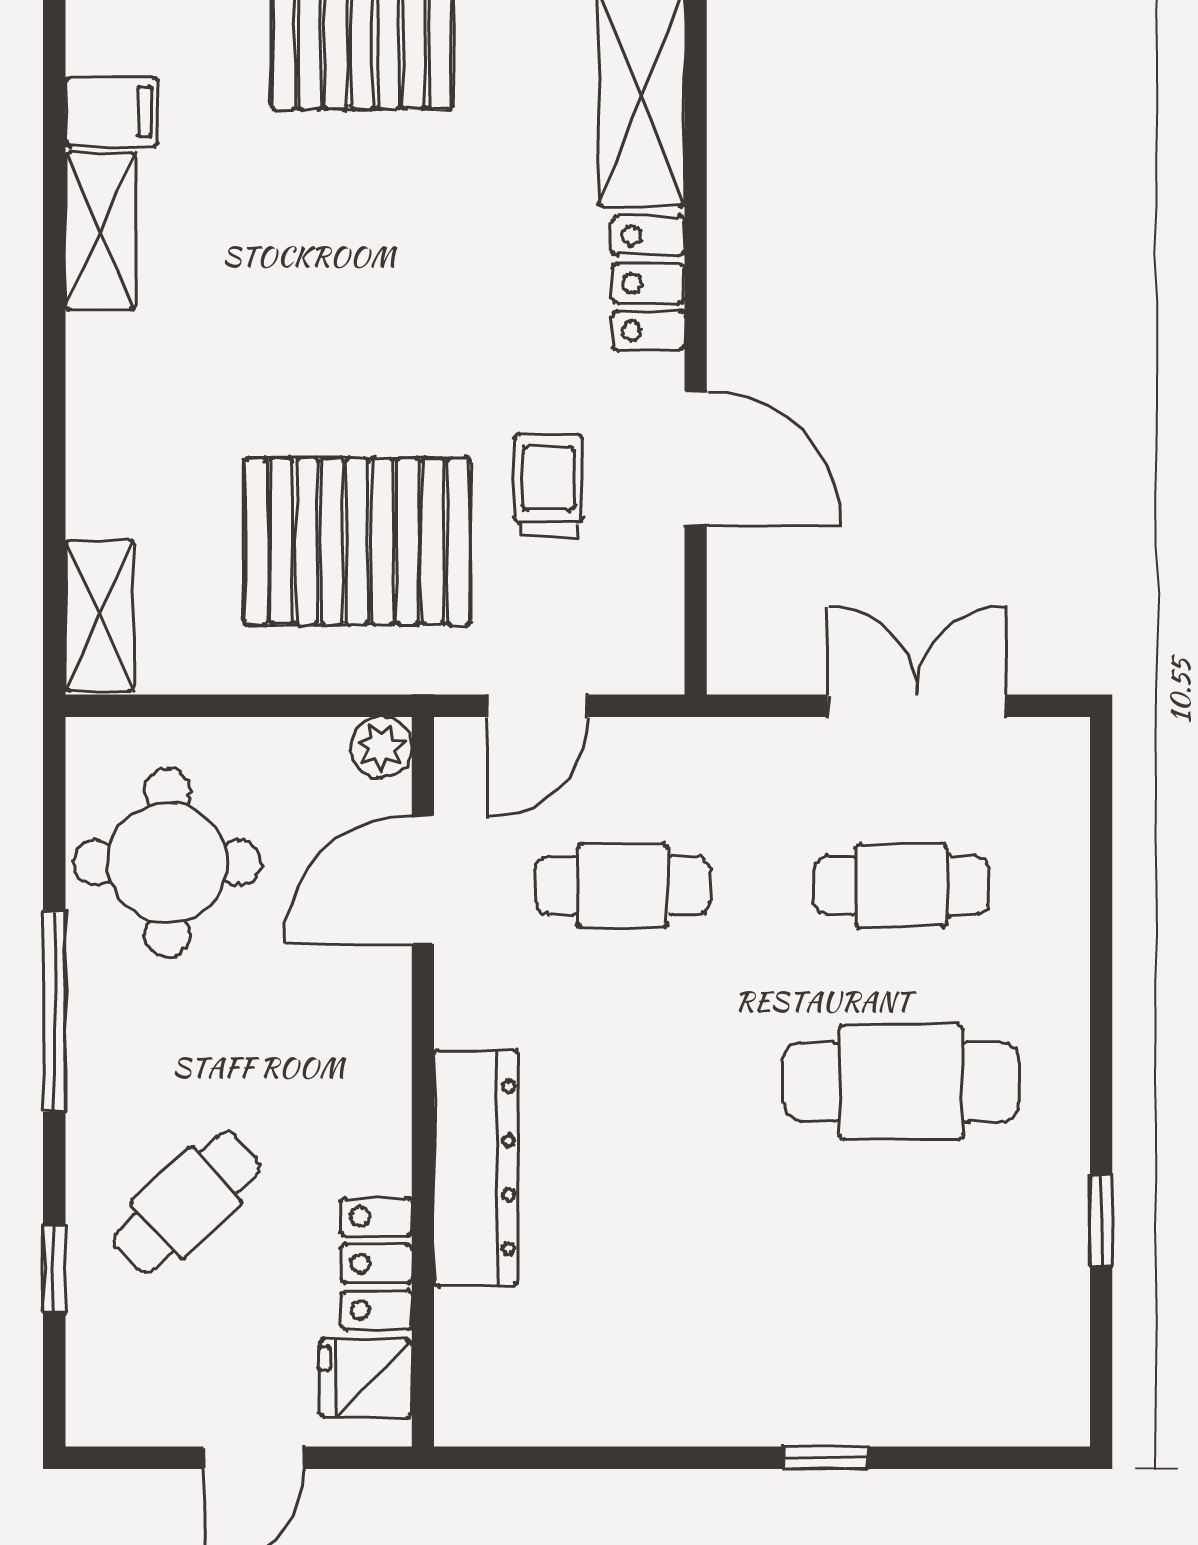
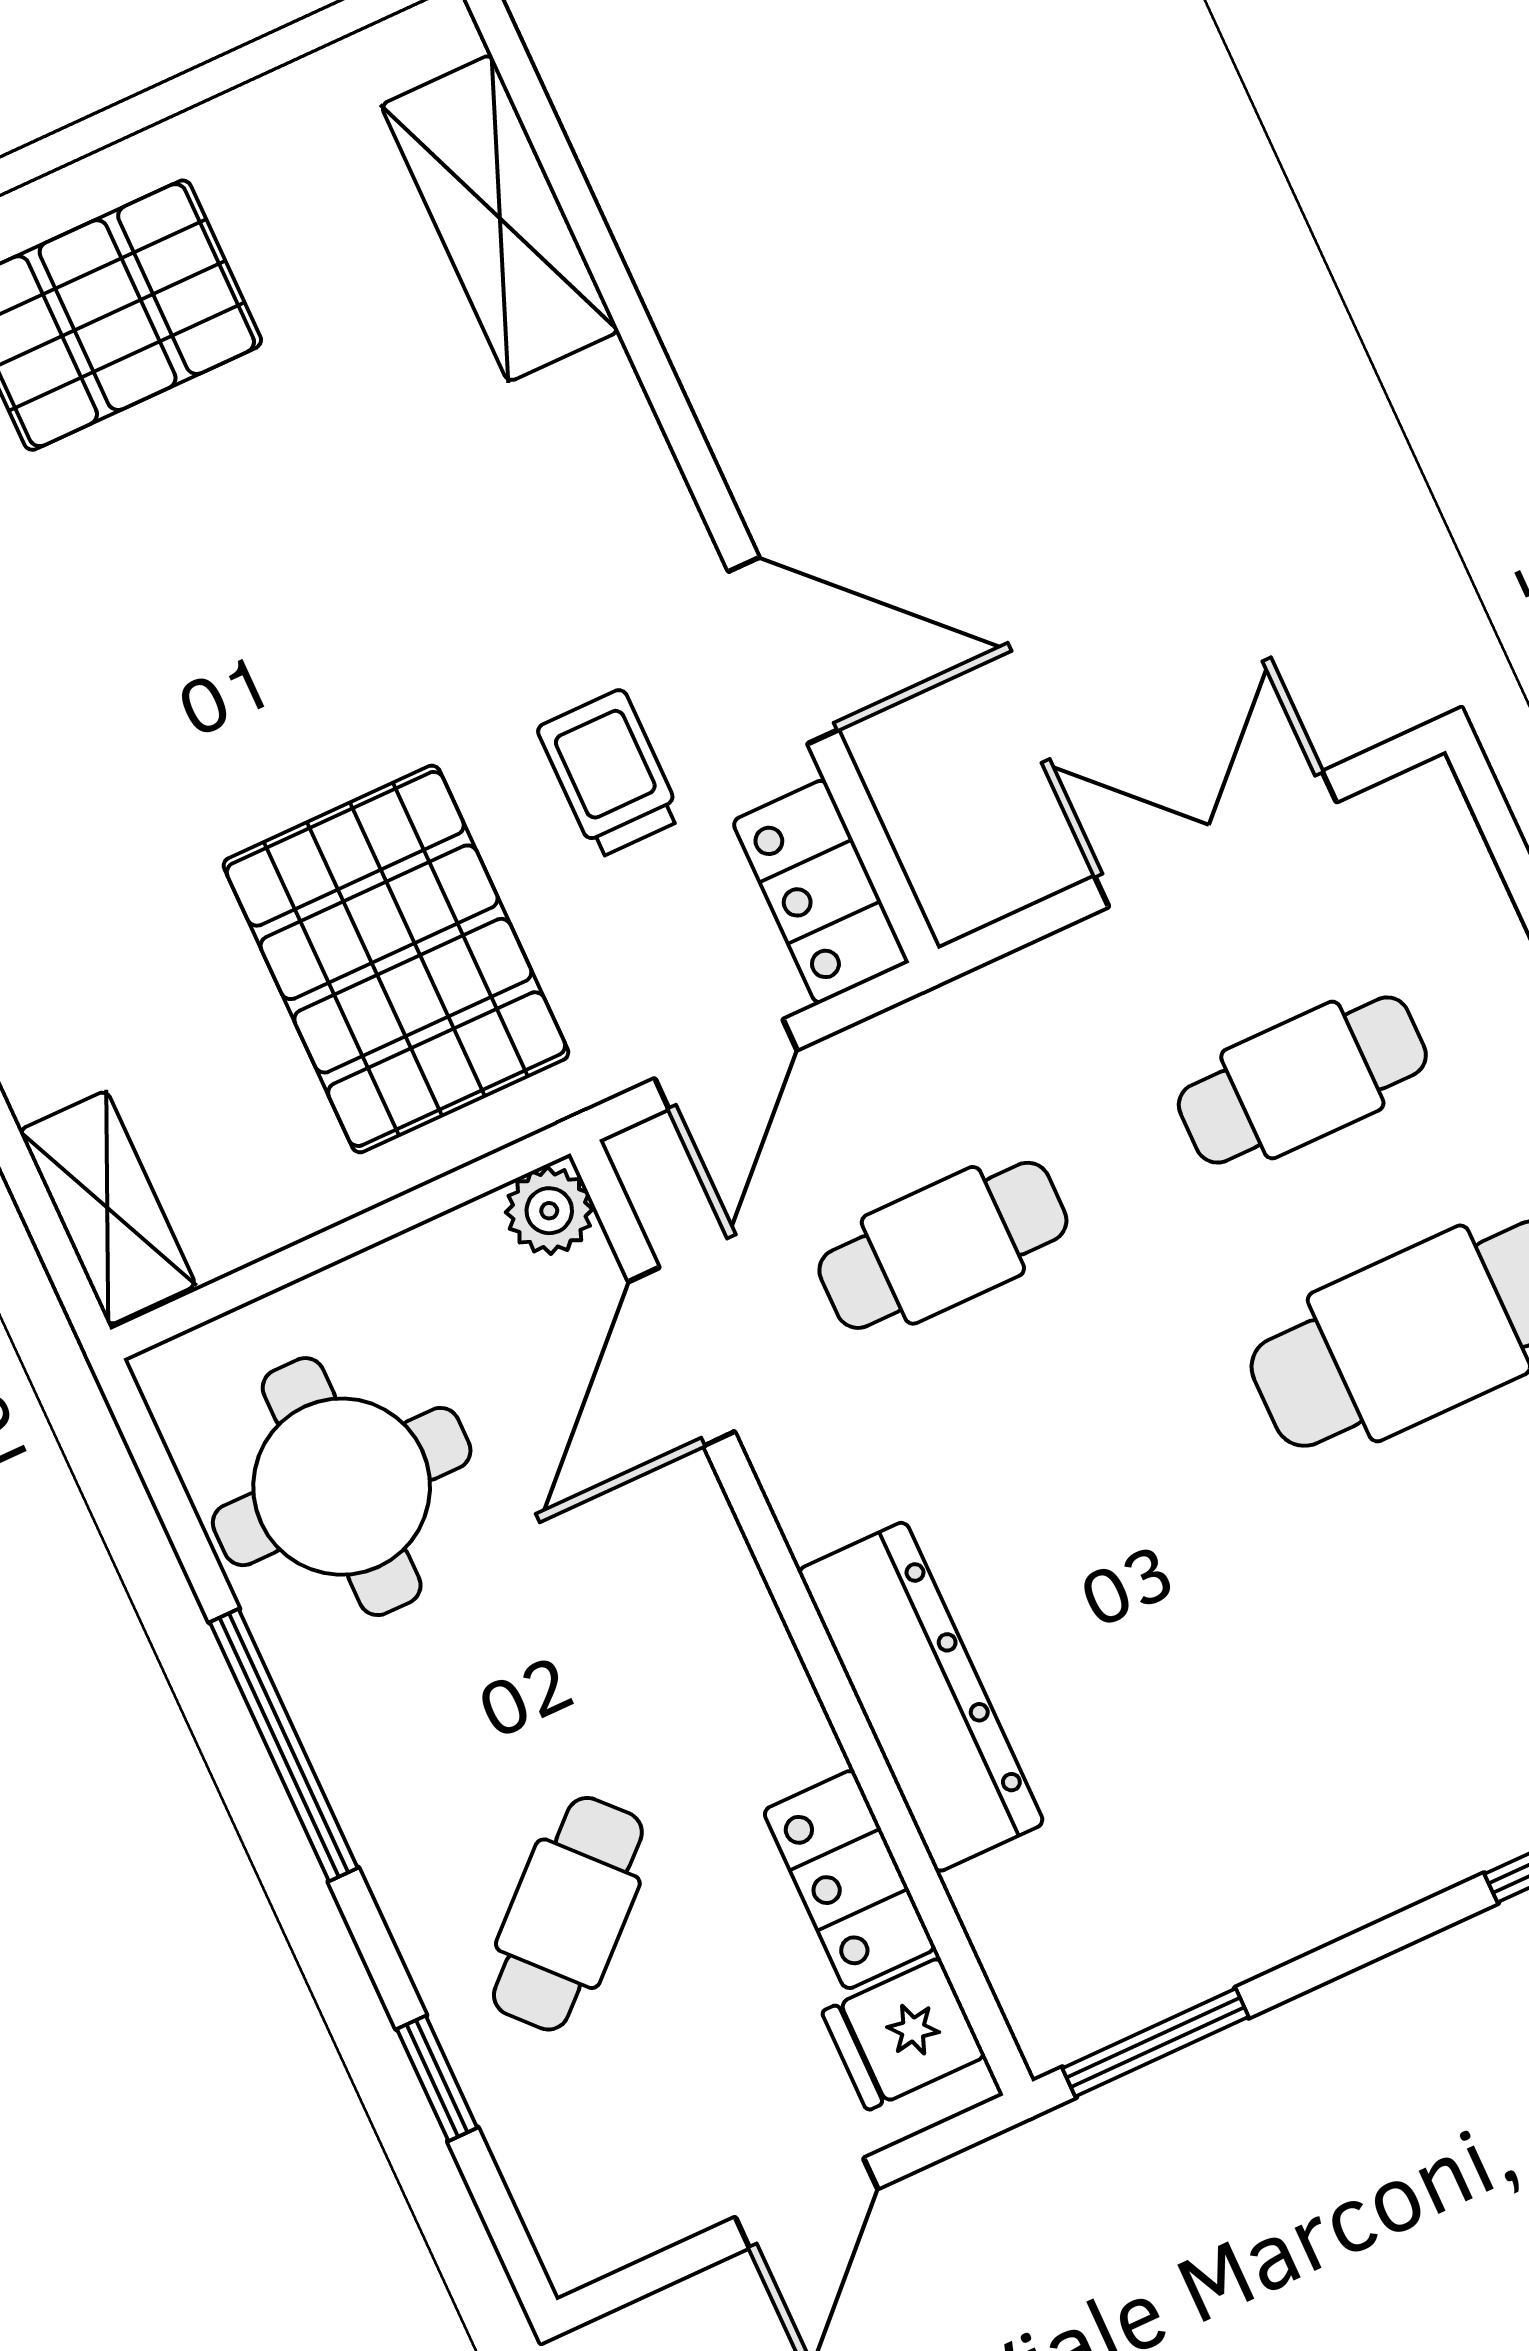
locker: (648, 283) -> (820, 892), moved
pallet: (357, 541) -> (396, 959), turned 90
window: (524, 1458) -> (1156, 2043), added

